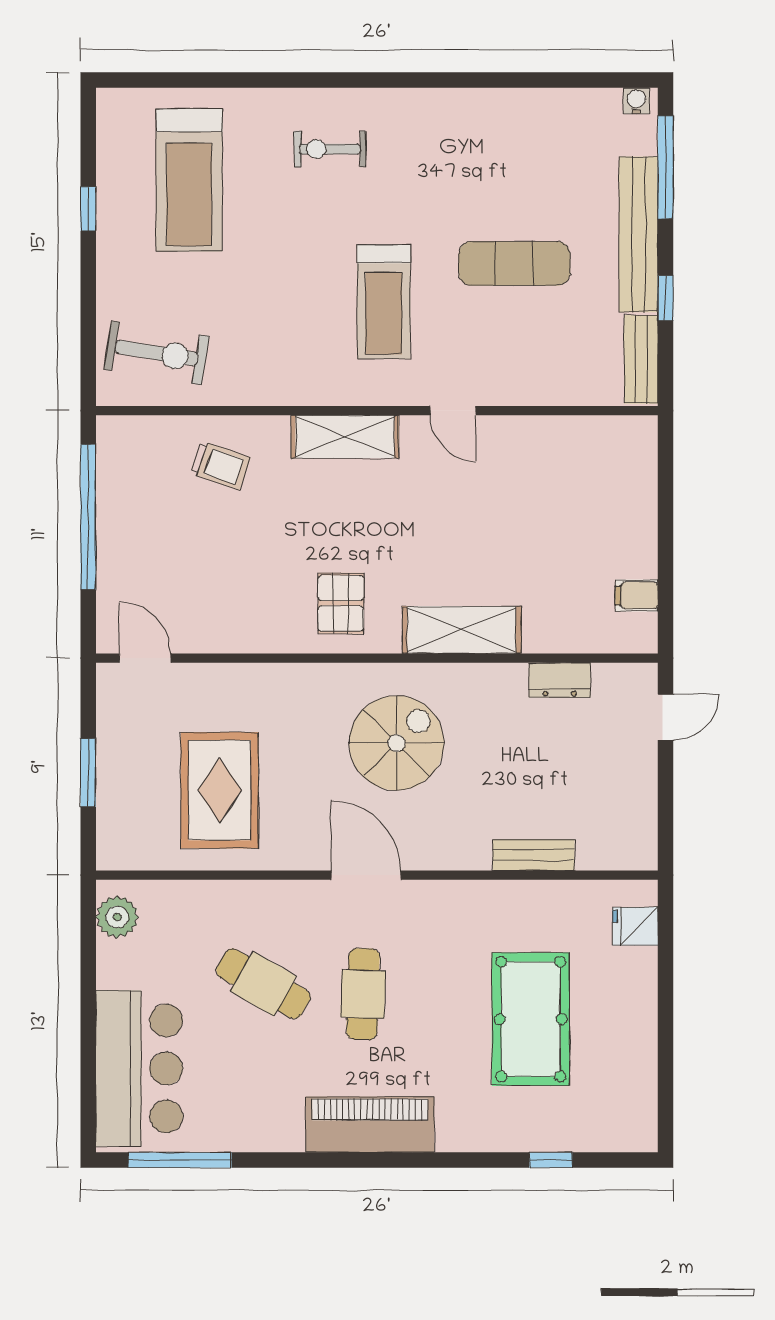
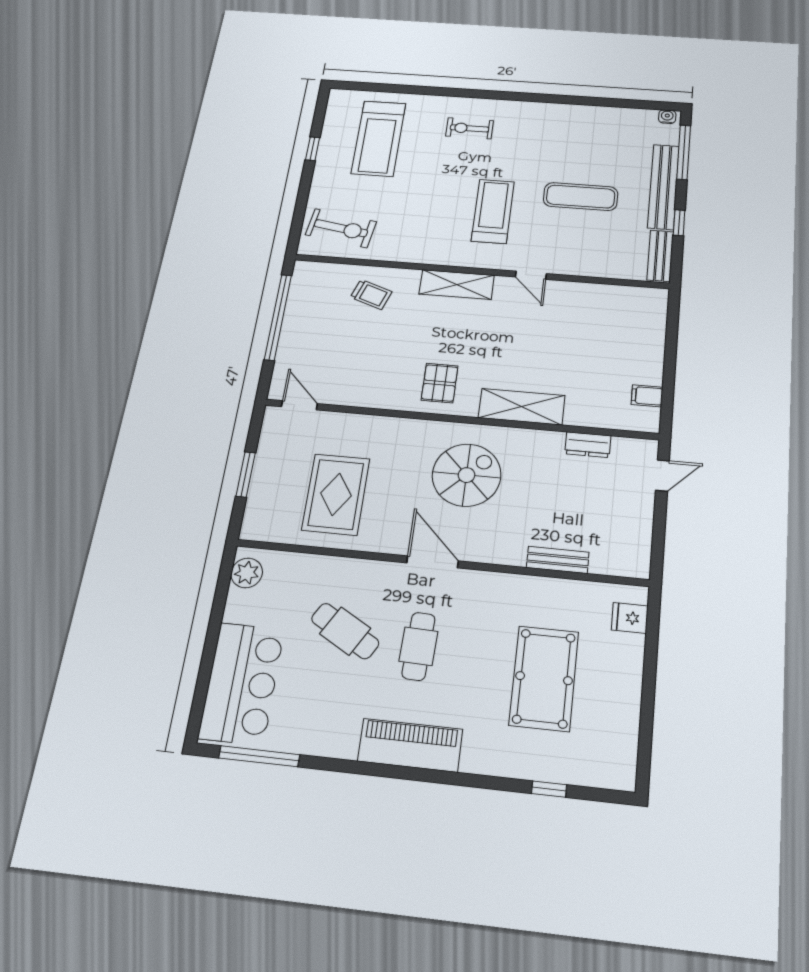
treadmill: (384, 302) -> (493, 211), turned 180

